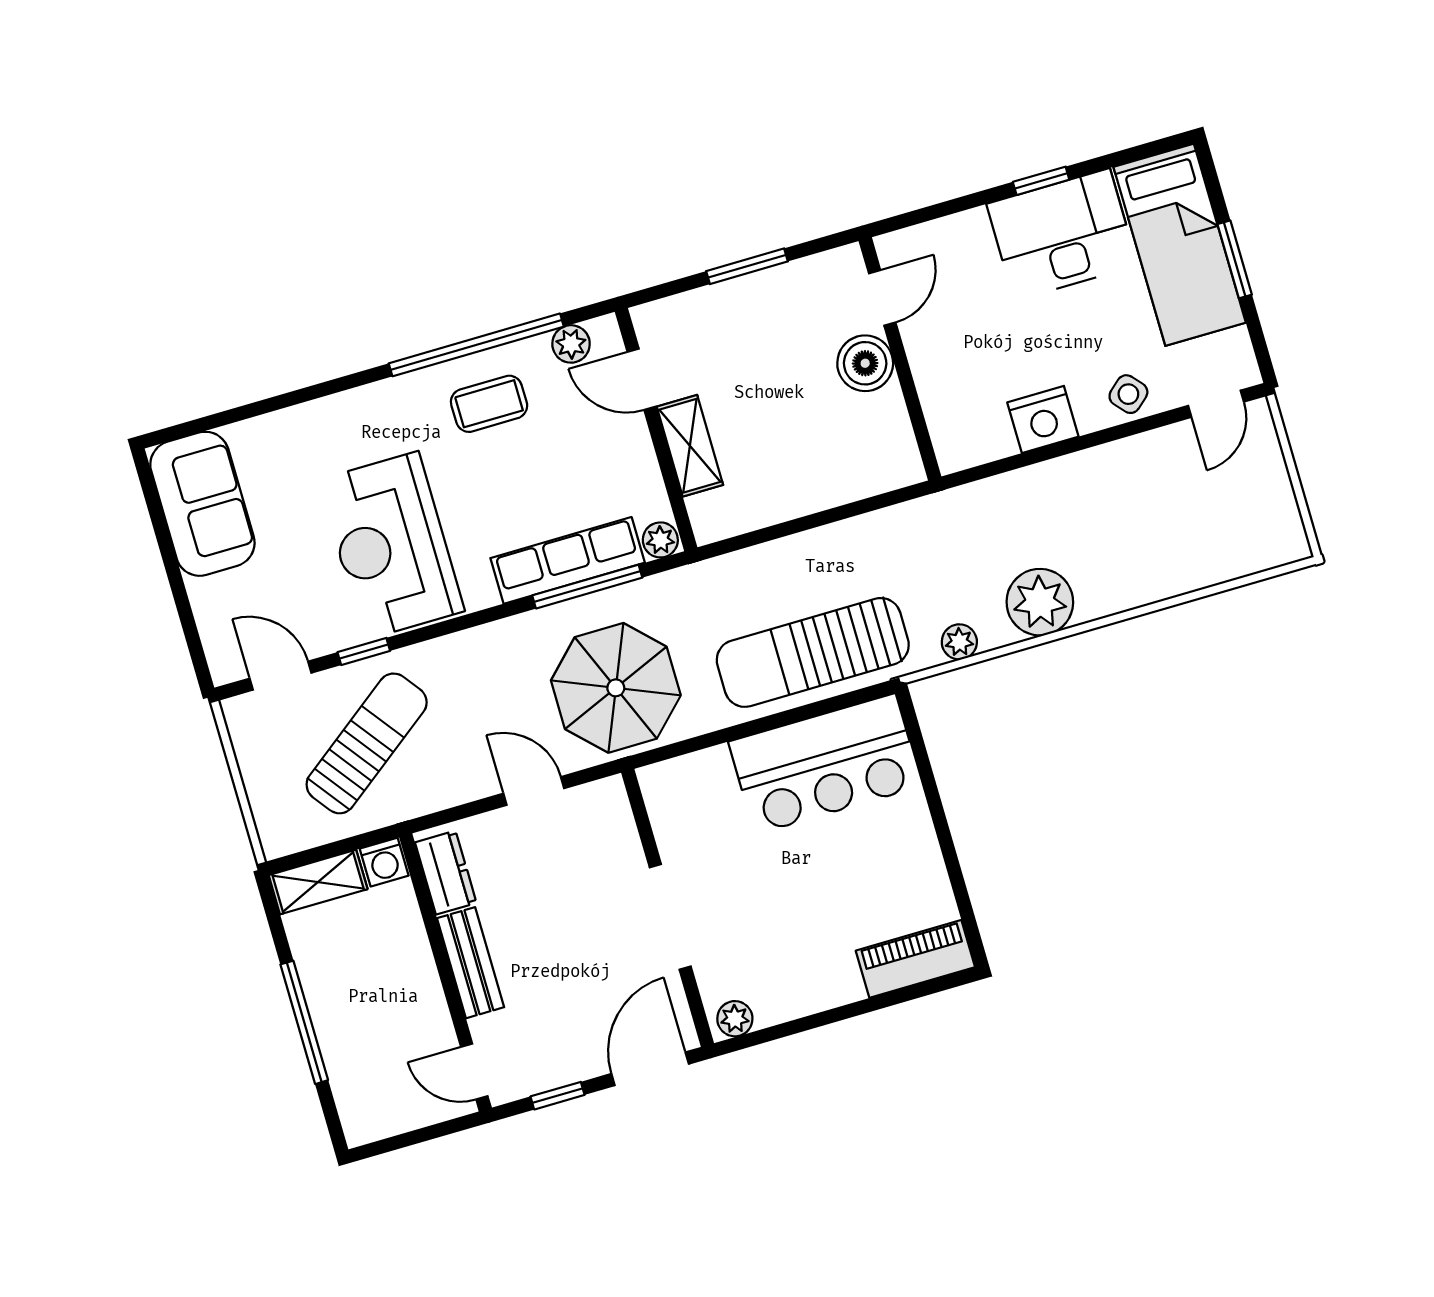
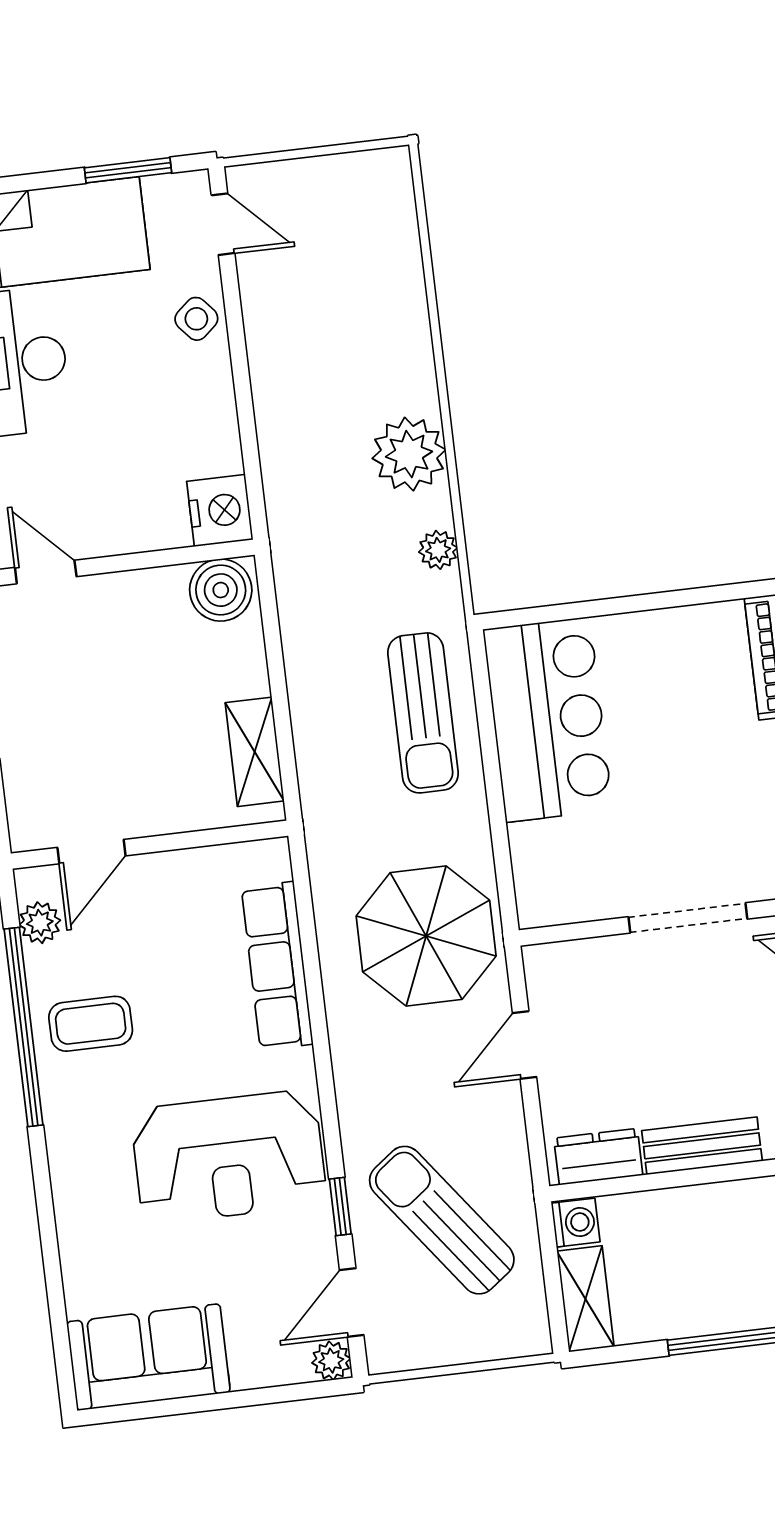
window: (1235, 259) -> (128, 170), moved
boiler: (865, 363) -> (221, 590), moved
coffee table: (489, 404) -> (91, 1024), turned 90
nightstand: (1043, 419) -> (220, 510), moved
shelving: (690, 446) -> (255, 752), moved, turned 90
plant: (660, 540) -> (331, 1361), moved
window: (587, 587) -> (309, 949), removed
sun lounger: (813, 652) -> (423, 713), width x0.73, depth x0.75

